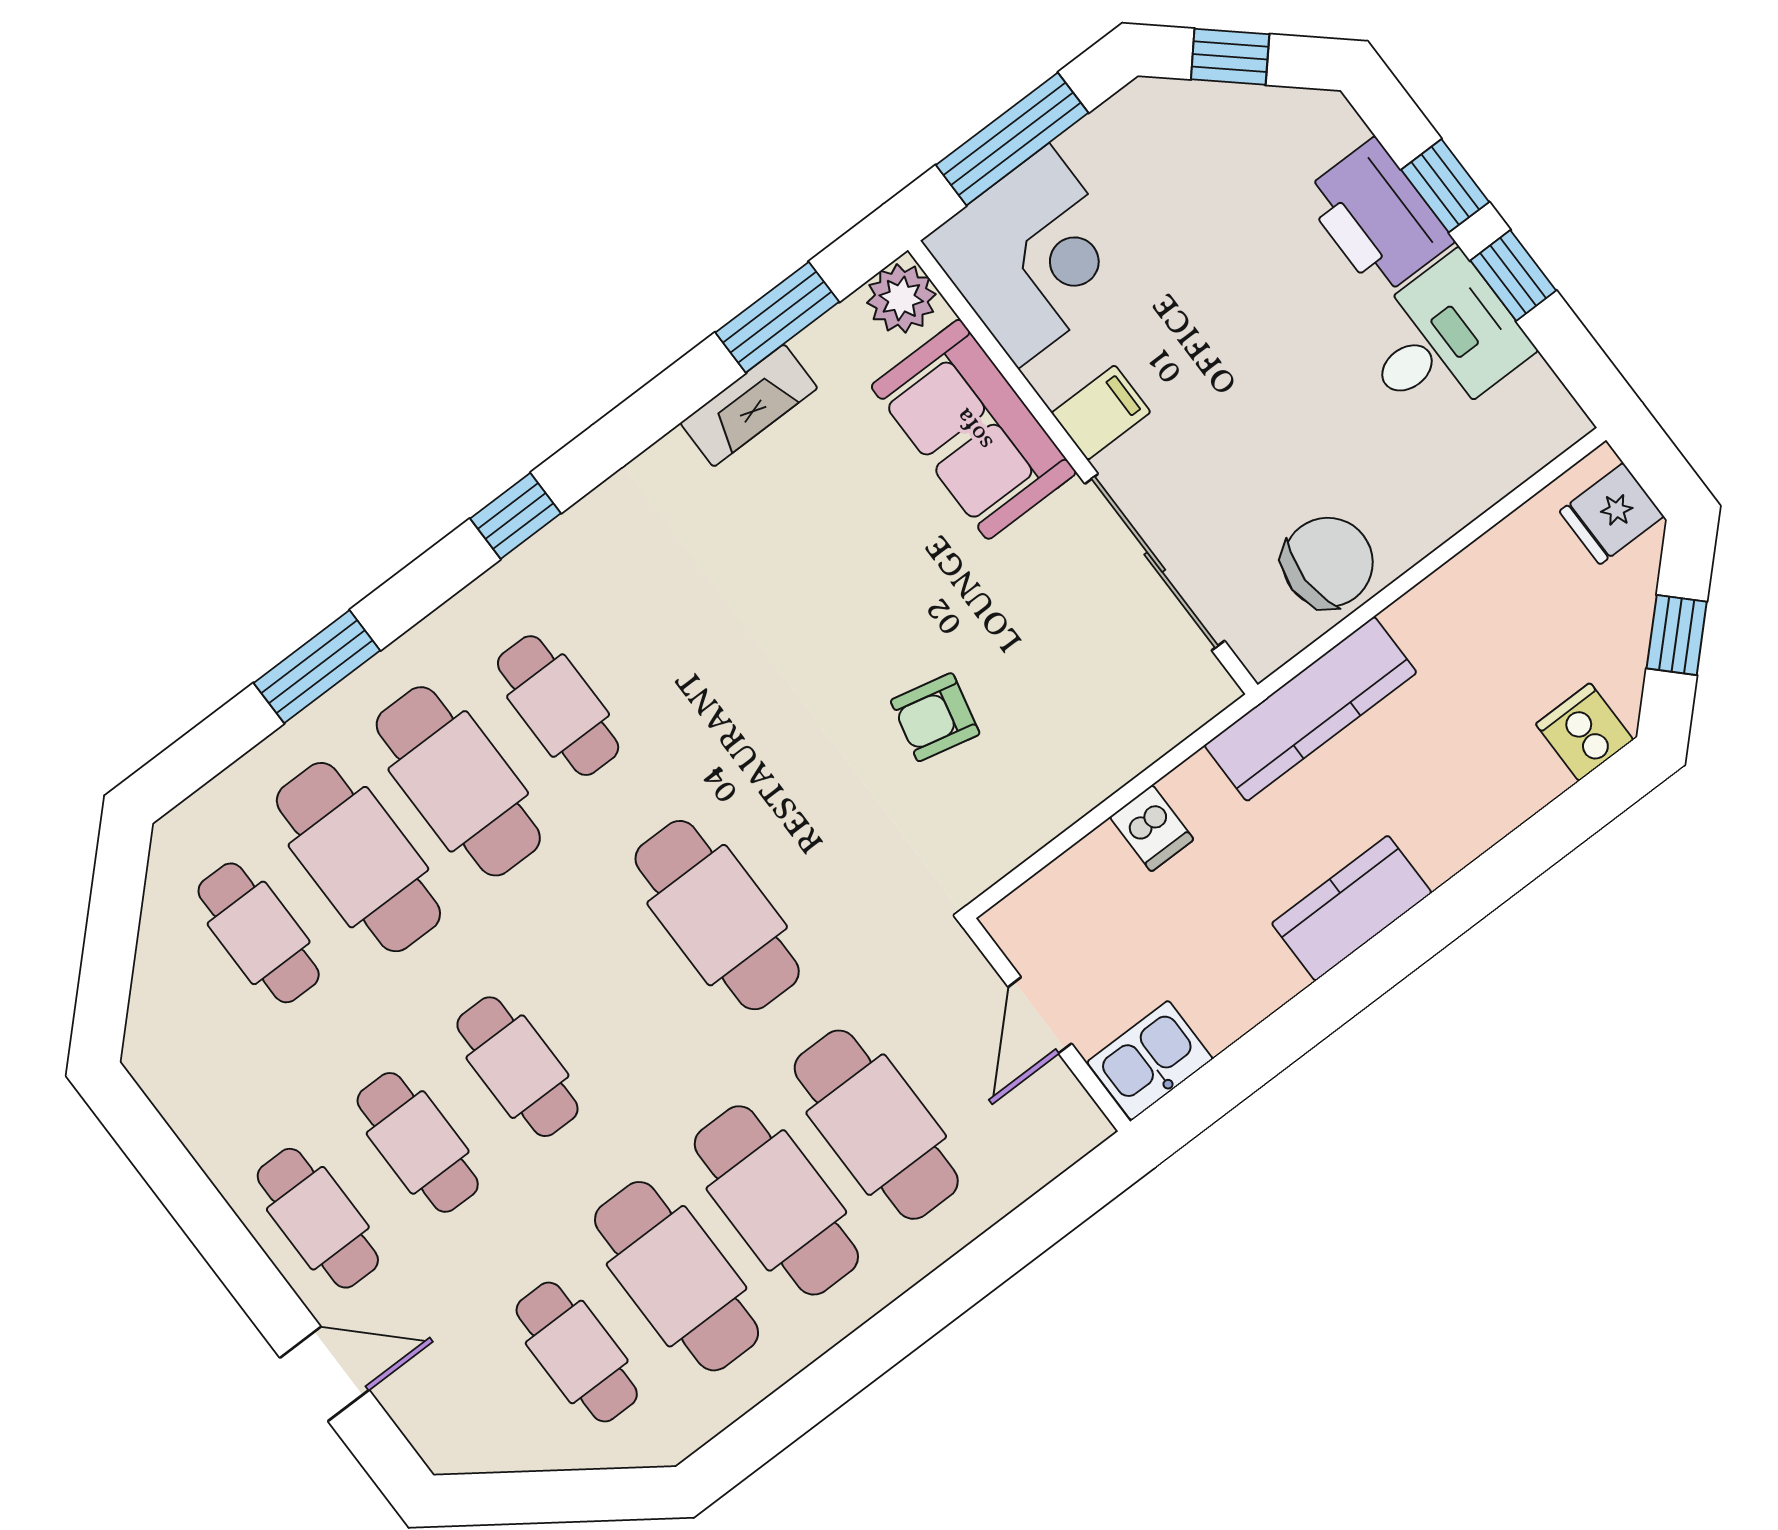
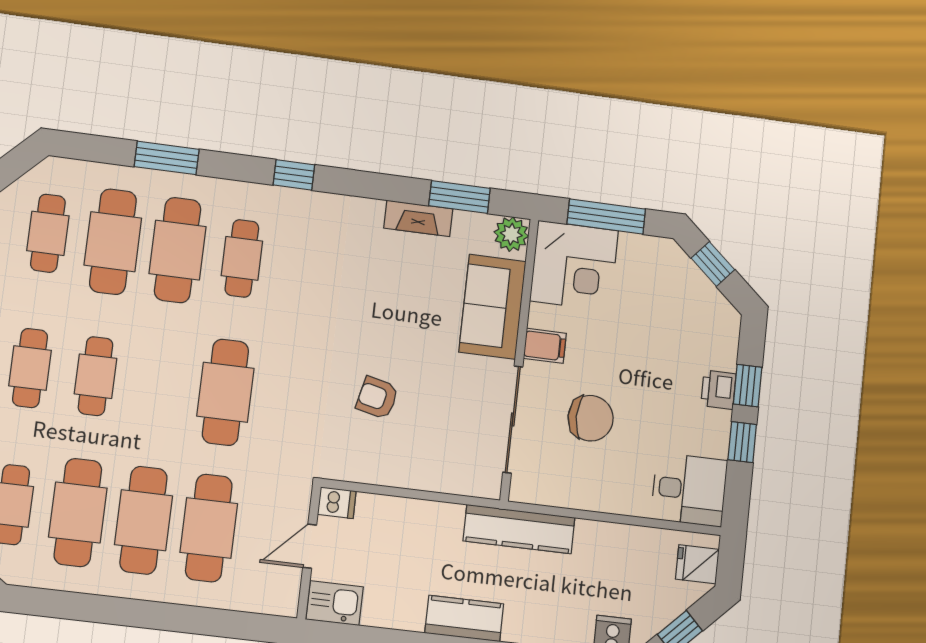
printer: (1377, 217) -> (718, 390), width x0.53, depth x0.68
desk: (1442, 341) -> (689, 490), moved
chair: (1328, 562) -> (591, 418), moved
dishwasher: (1152, 828) -> (337, 503), moved, turned -90

